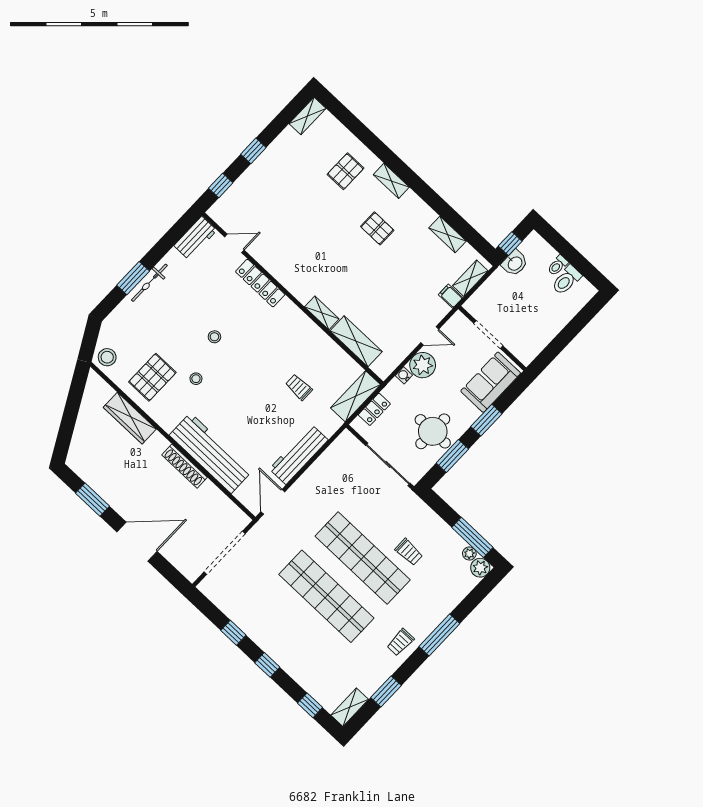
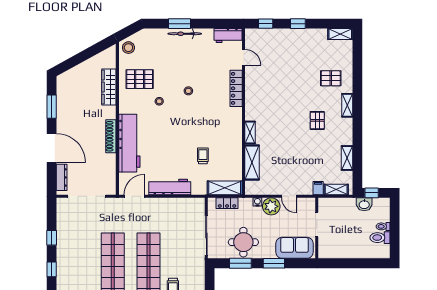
dresser: (179, 561) -> (62, 177), added

